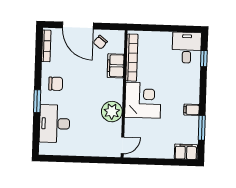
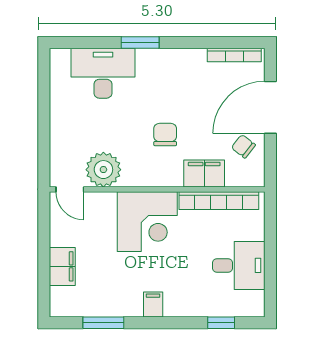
desk: (187, 48) -> (239, 265), moved
chair: (56, 84) -> (165, 135), moved, turned 180
filing cabinet: (192, 110) -> (153, 304), moved
plant: (112, 112) -> (103, 170), moved
filing cabinet: (186, 152) -> (62, 266), moved

